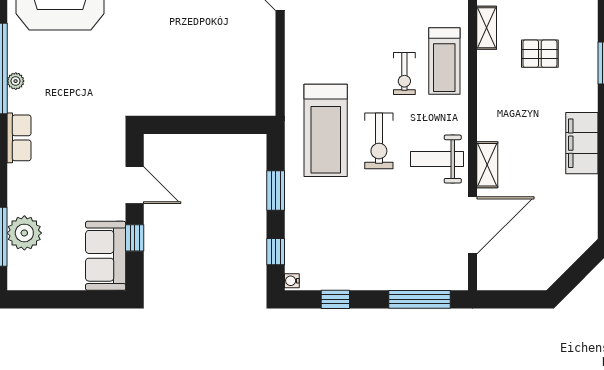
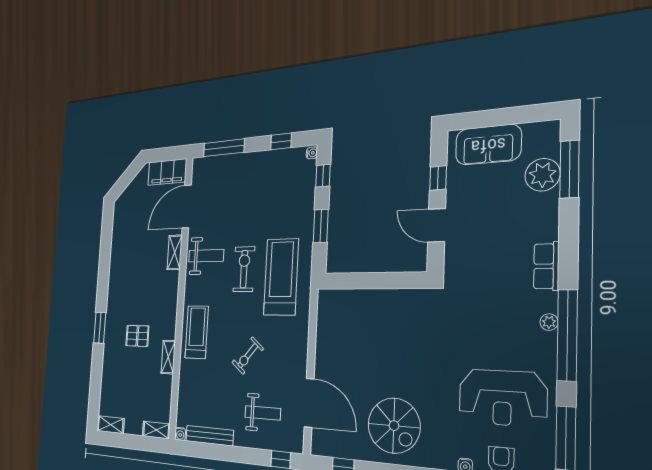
exercise bike: (404, 74) -> (248, 356), moved, turned -140
filing cabinet: (582, 143) -> (167, 172), moved, turned 90
sofa: (106, 256) -> (488, 145), moved, turned 90

